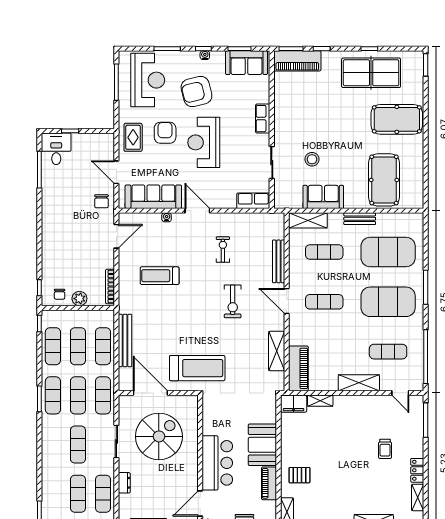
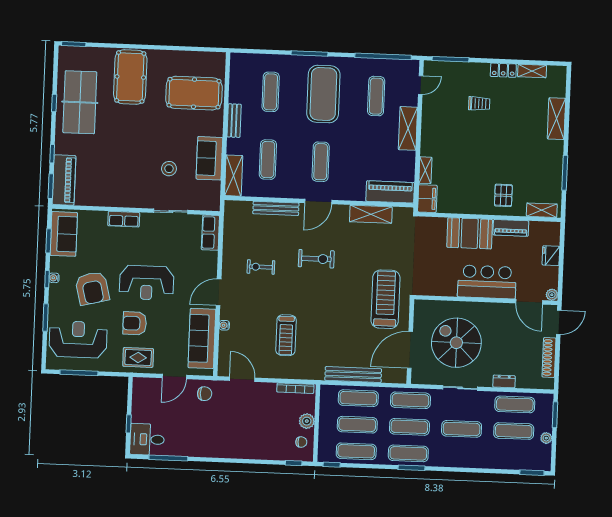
exercise mat: (388, 252) -> (271, 92), width x0.50, depth x0.69

